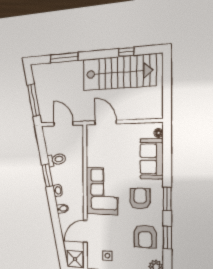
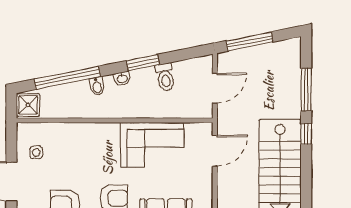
window: (126, 52) -> (306, 134), moved
corner sofa: (102, 191) -> (152, 145), moved
window: (57, 229) -> (67, 78), added
door: (85, 231) -> (67, 120), removed

